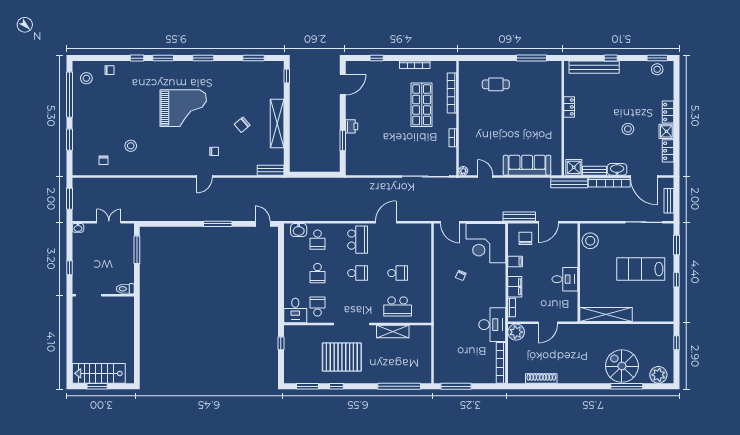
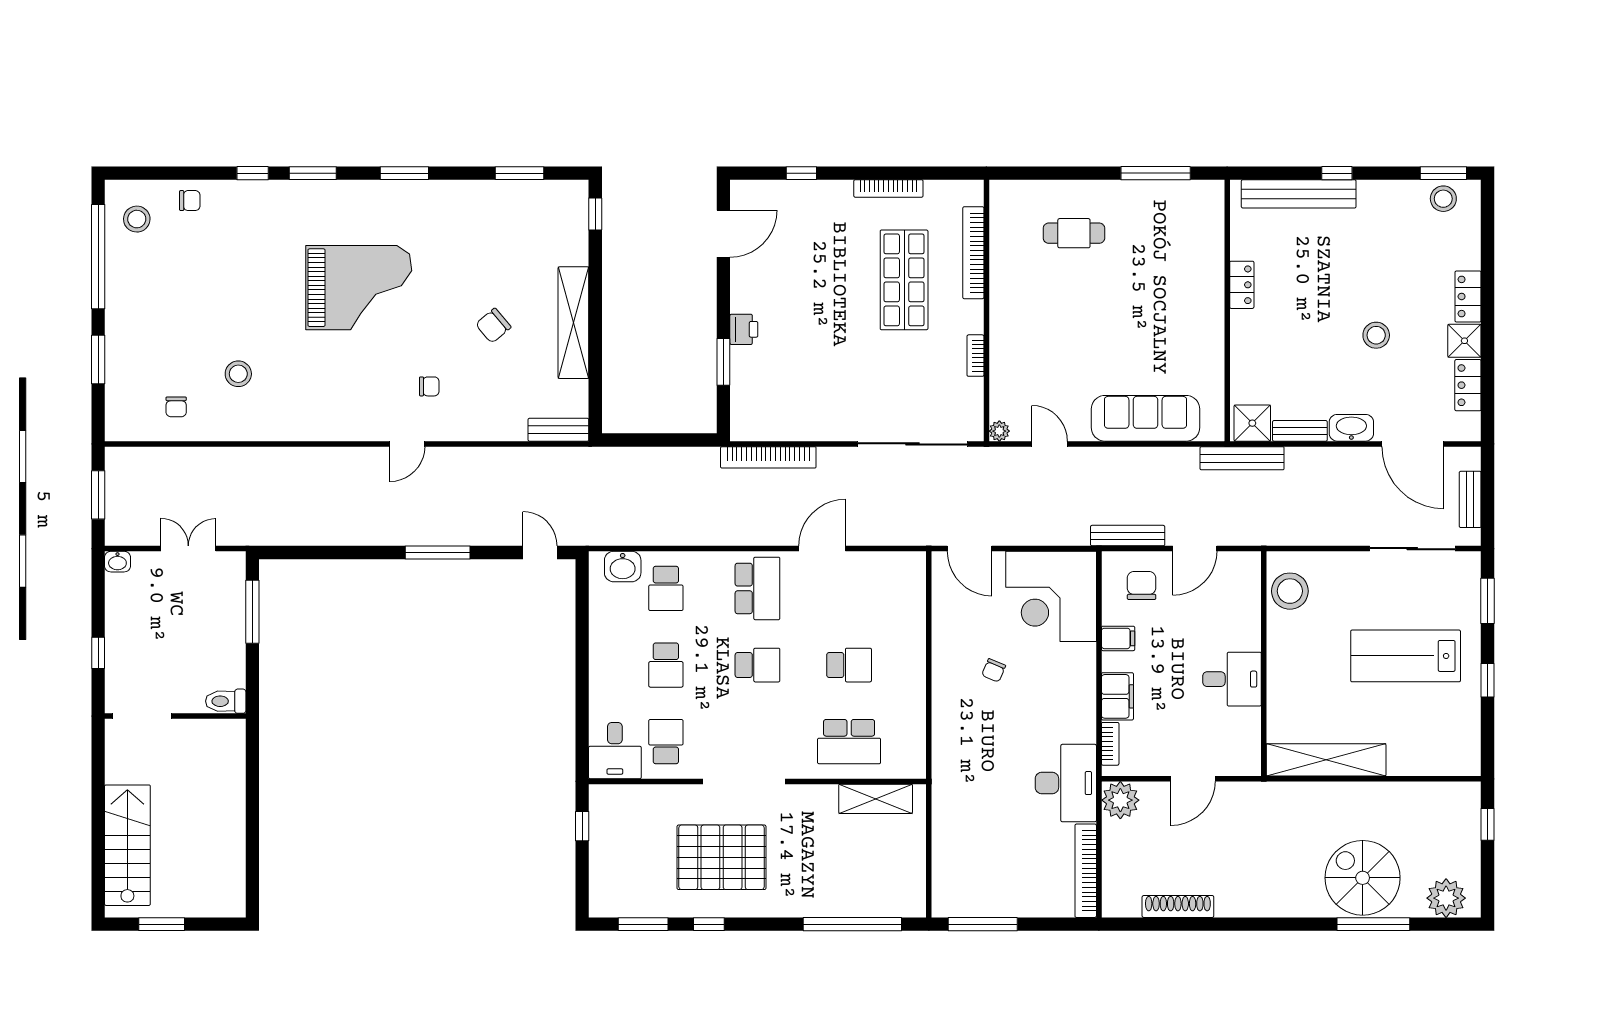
bookcase: (609, 182) -> (768, 457), moved
shelving: (393, 331) -> (876, 799), moved
stairs: (99, 373) -> (127, 845), moved, turned 90

